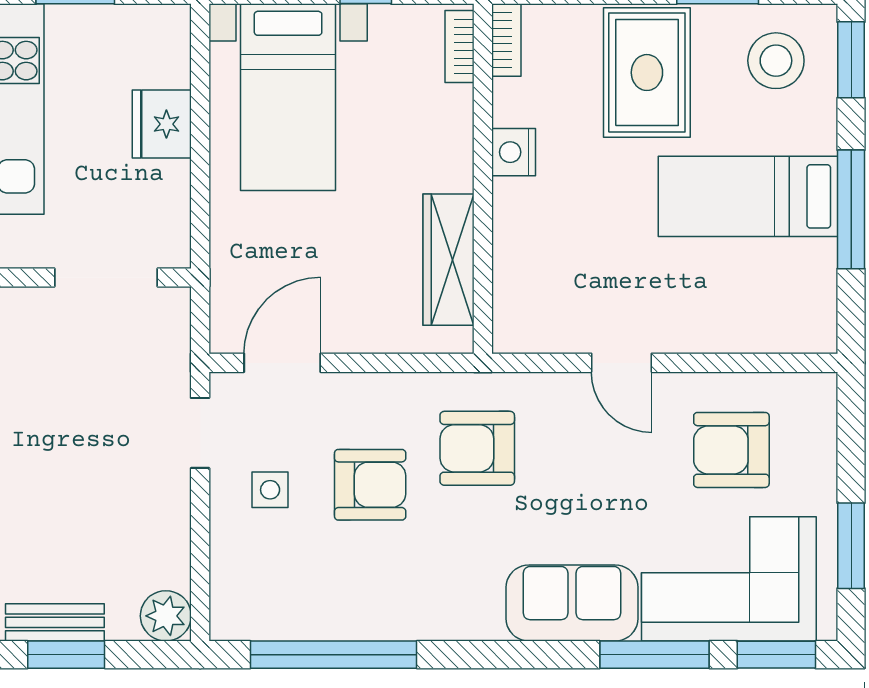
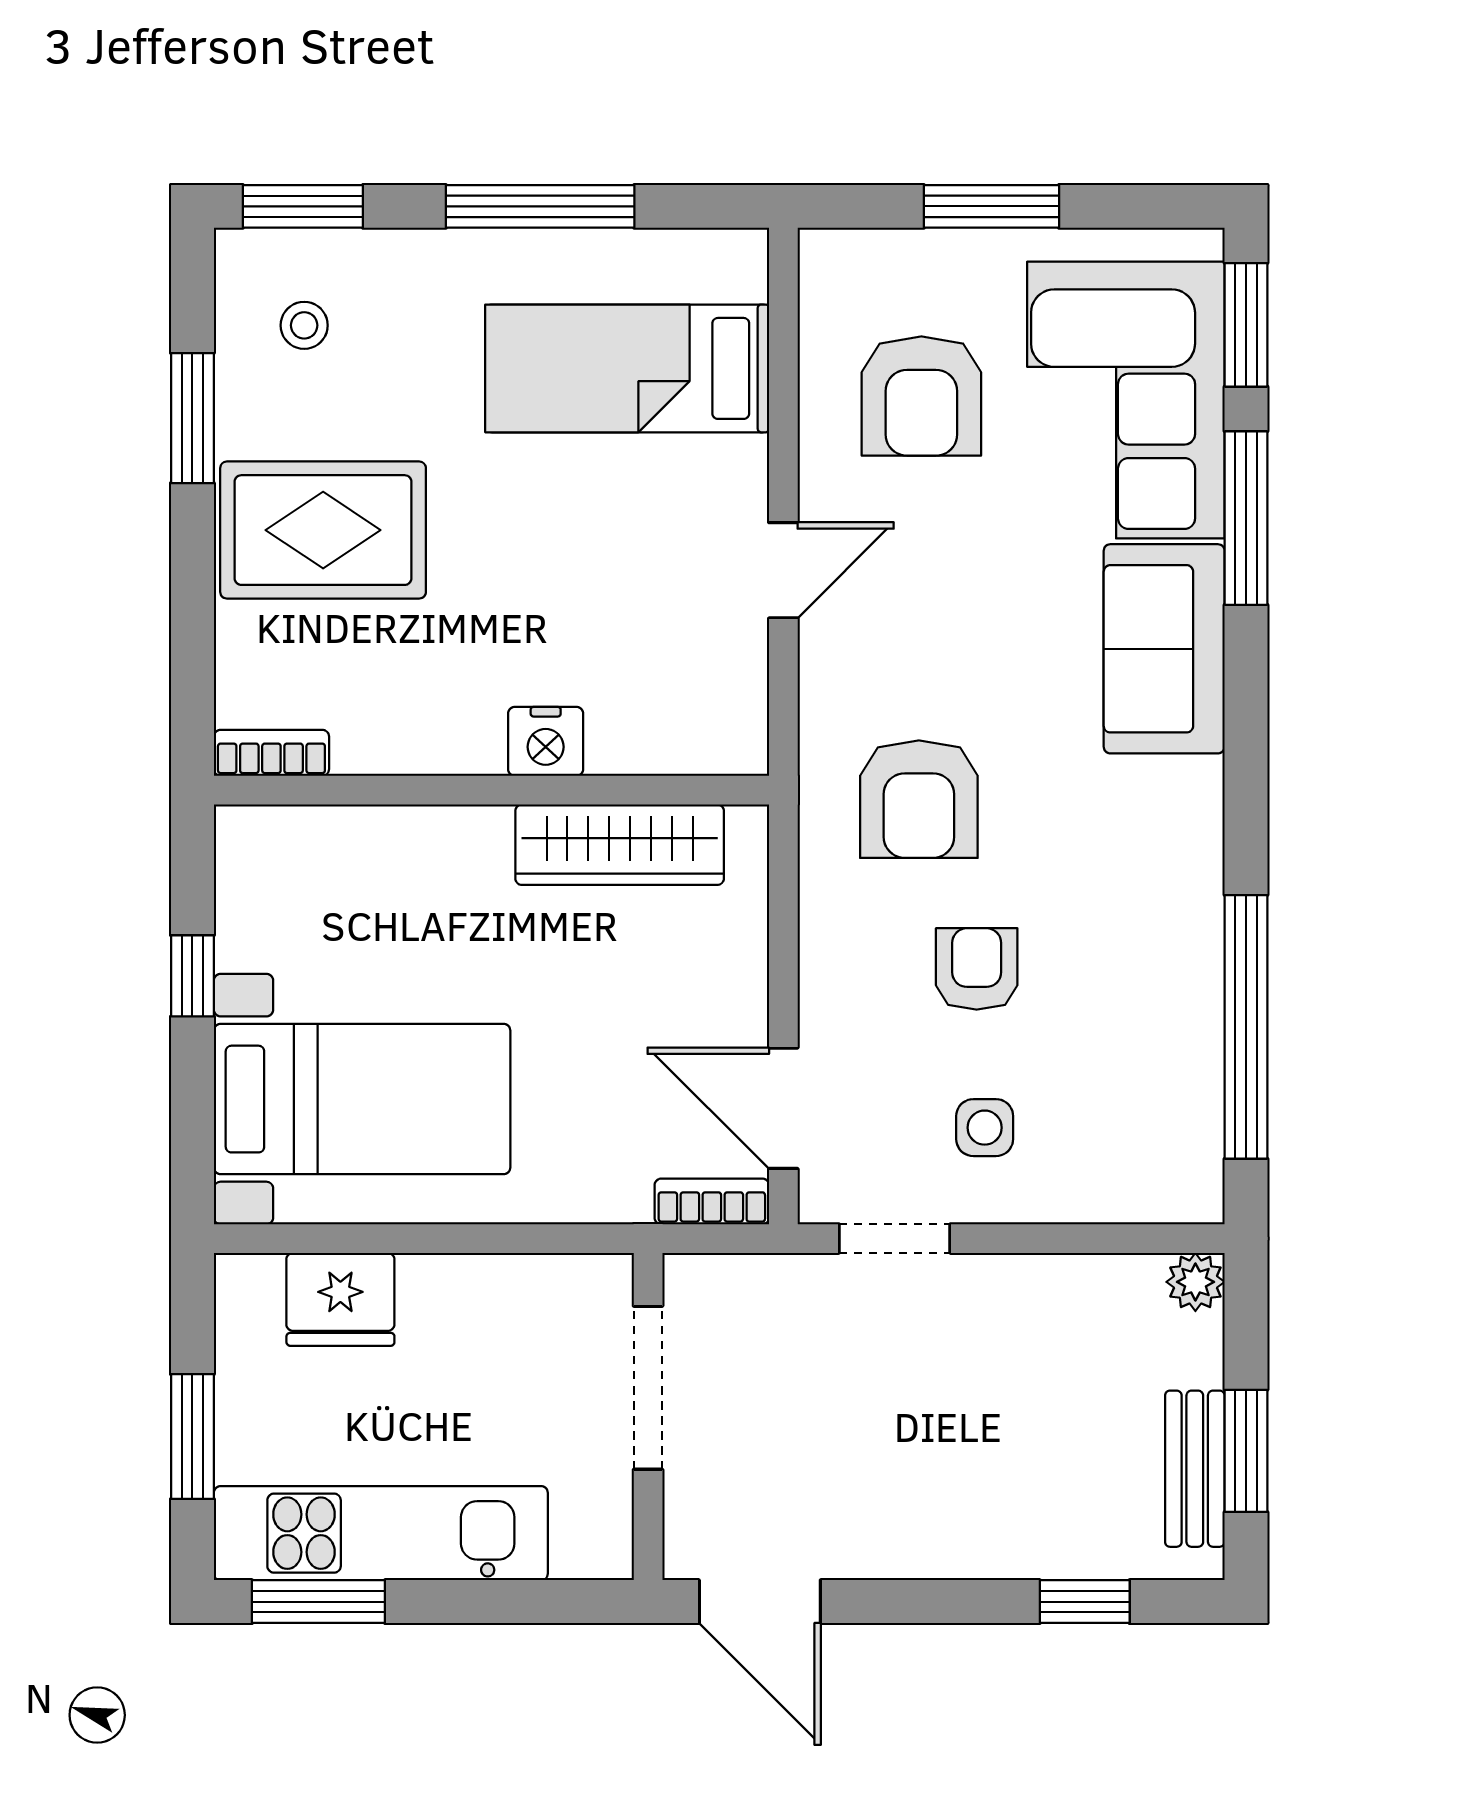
bookcase: (459, 47) -> (712, 1201), moved, turned 180
stool: (776, 61) -> (304, 325), width x0.53, depth x0.53
fridge: (162, 124) -> (340, 1299), moved
nightstand: (514, 152) -> (546, 741), moved
bed: (748, 196) -> (627, 368), moved, turned 90
armchair: (370, 485) -> (977, 969), width x0.72, depth x0.72
window: (851, 546) -> (991, 206), moved
plant: (166, 616) -> (1195, 1282), width x0.73, depth x0.73

